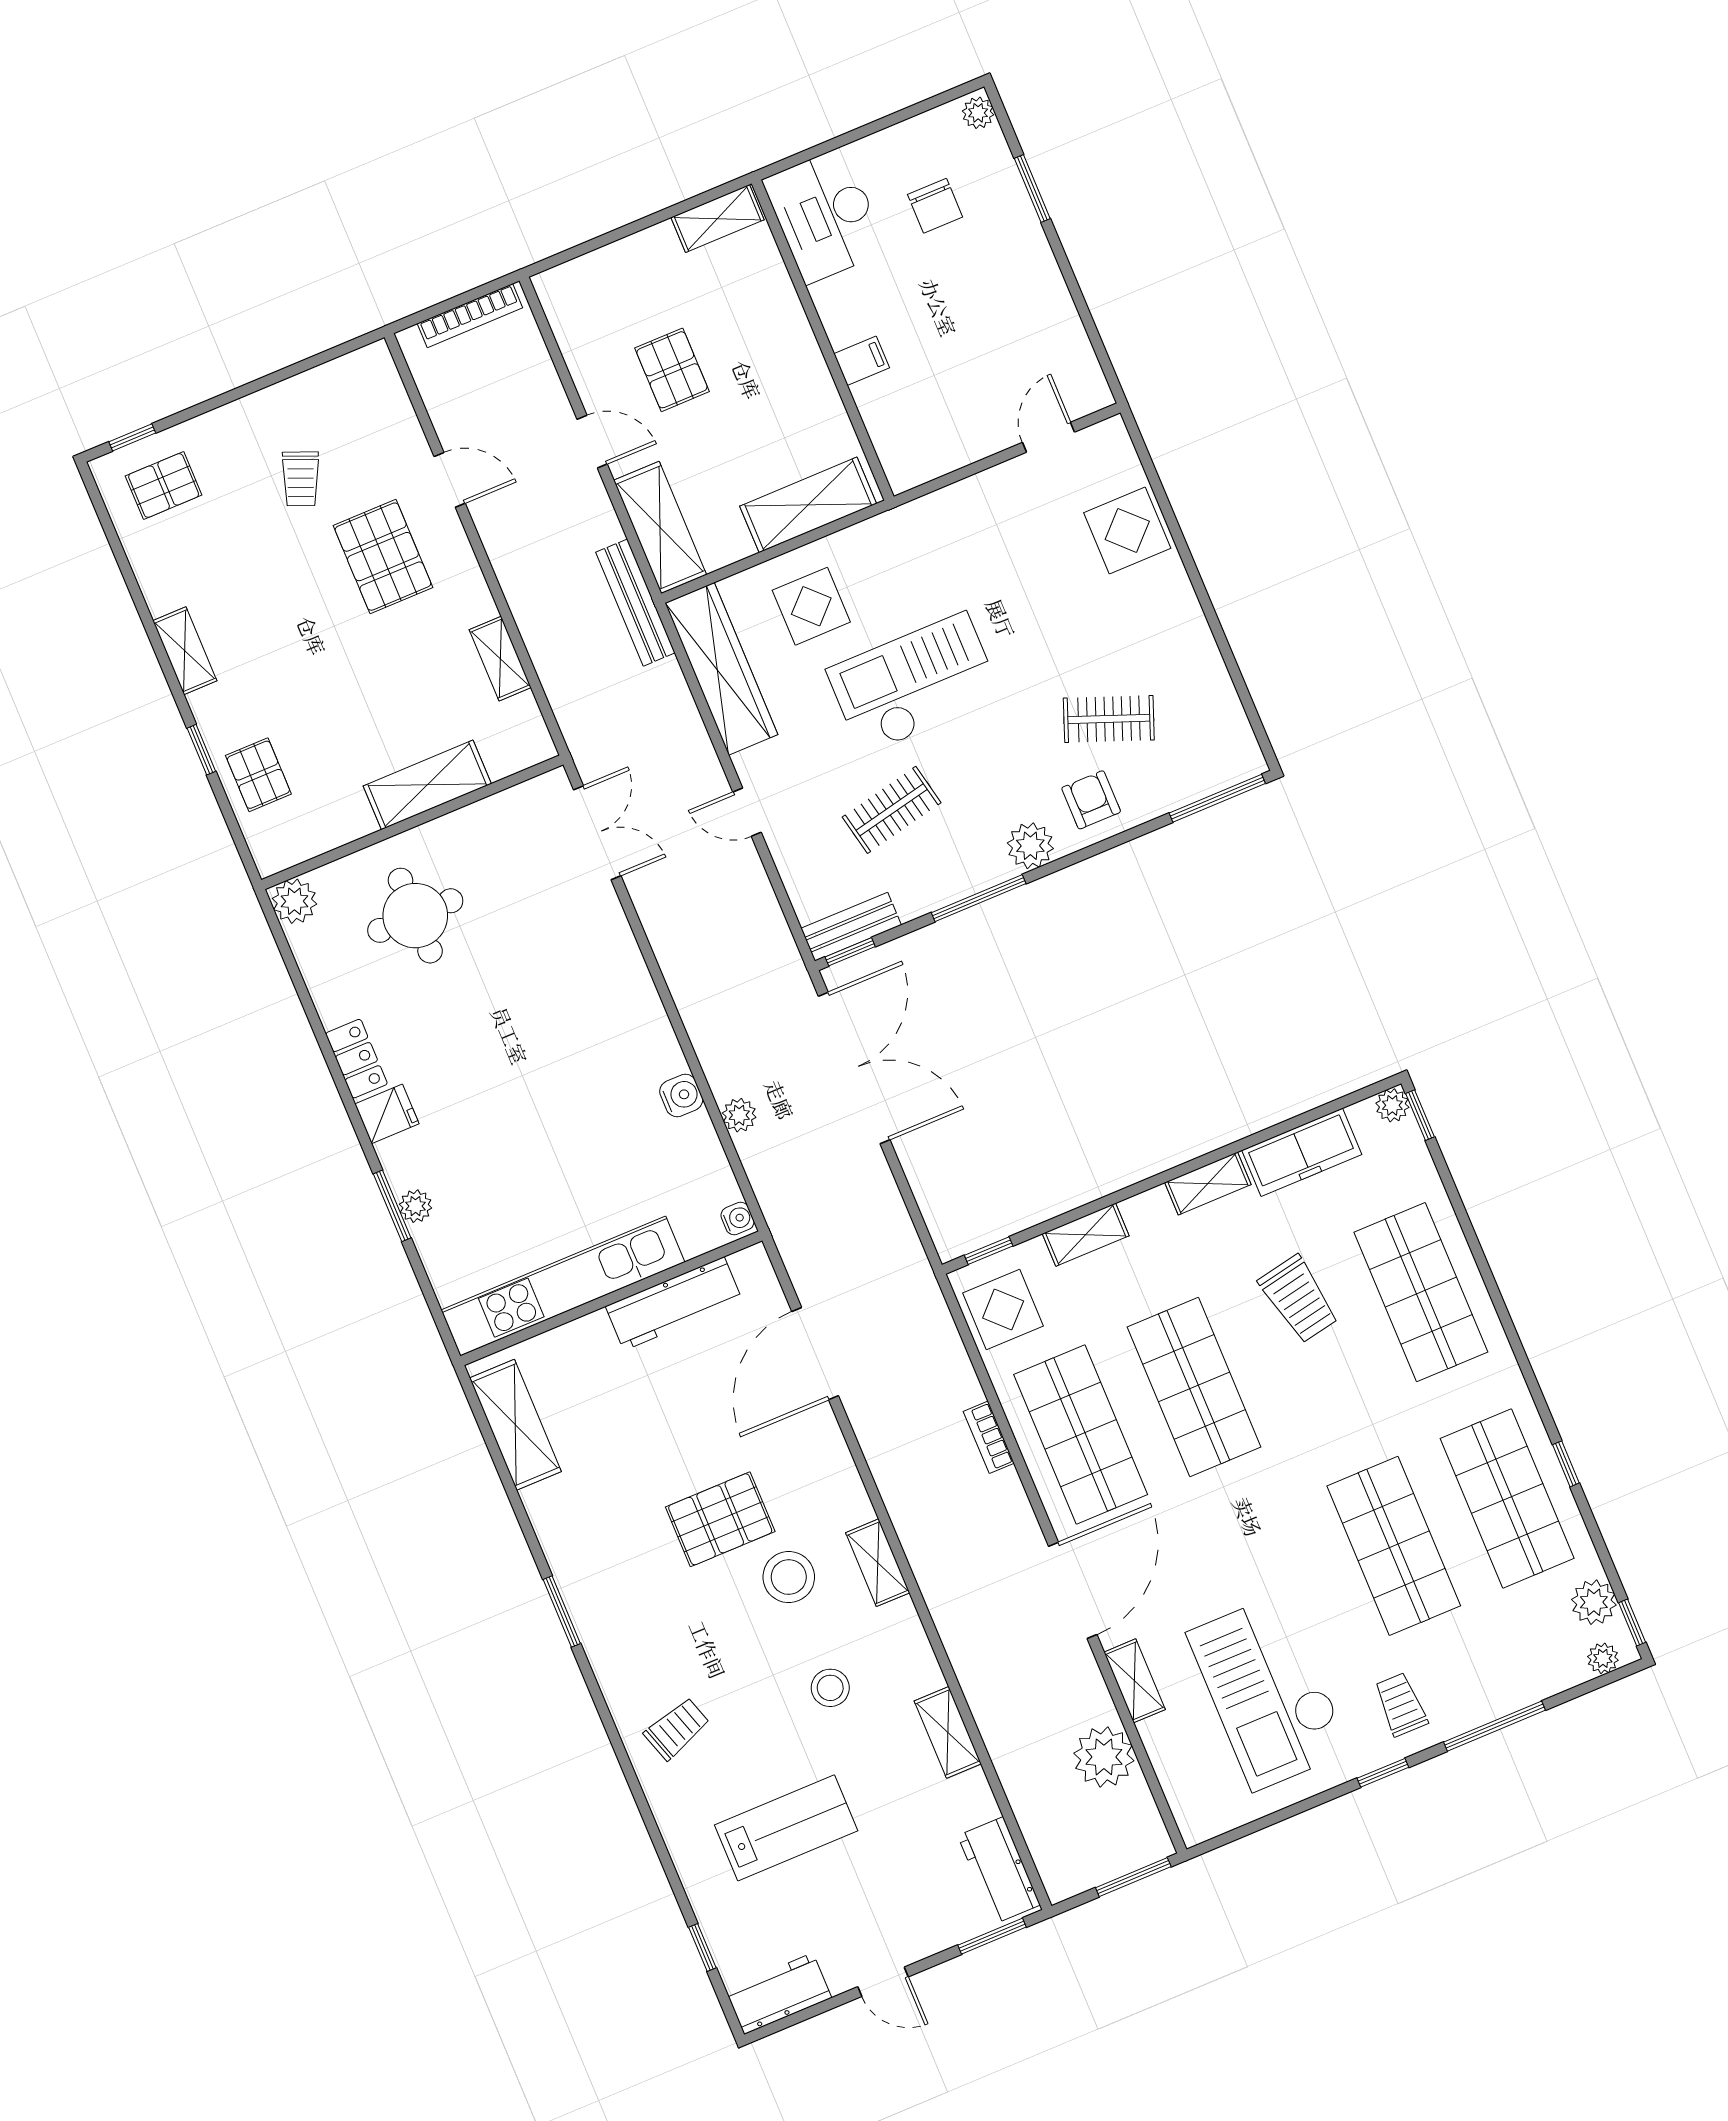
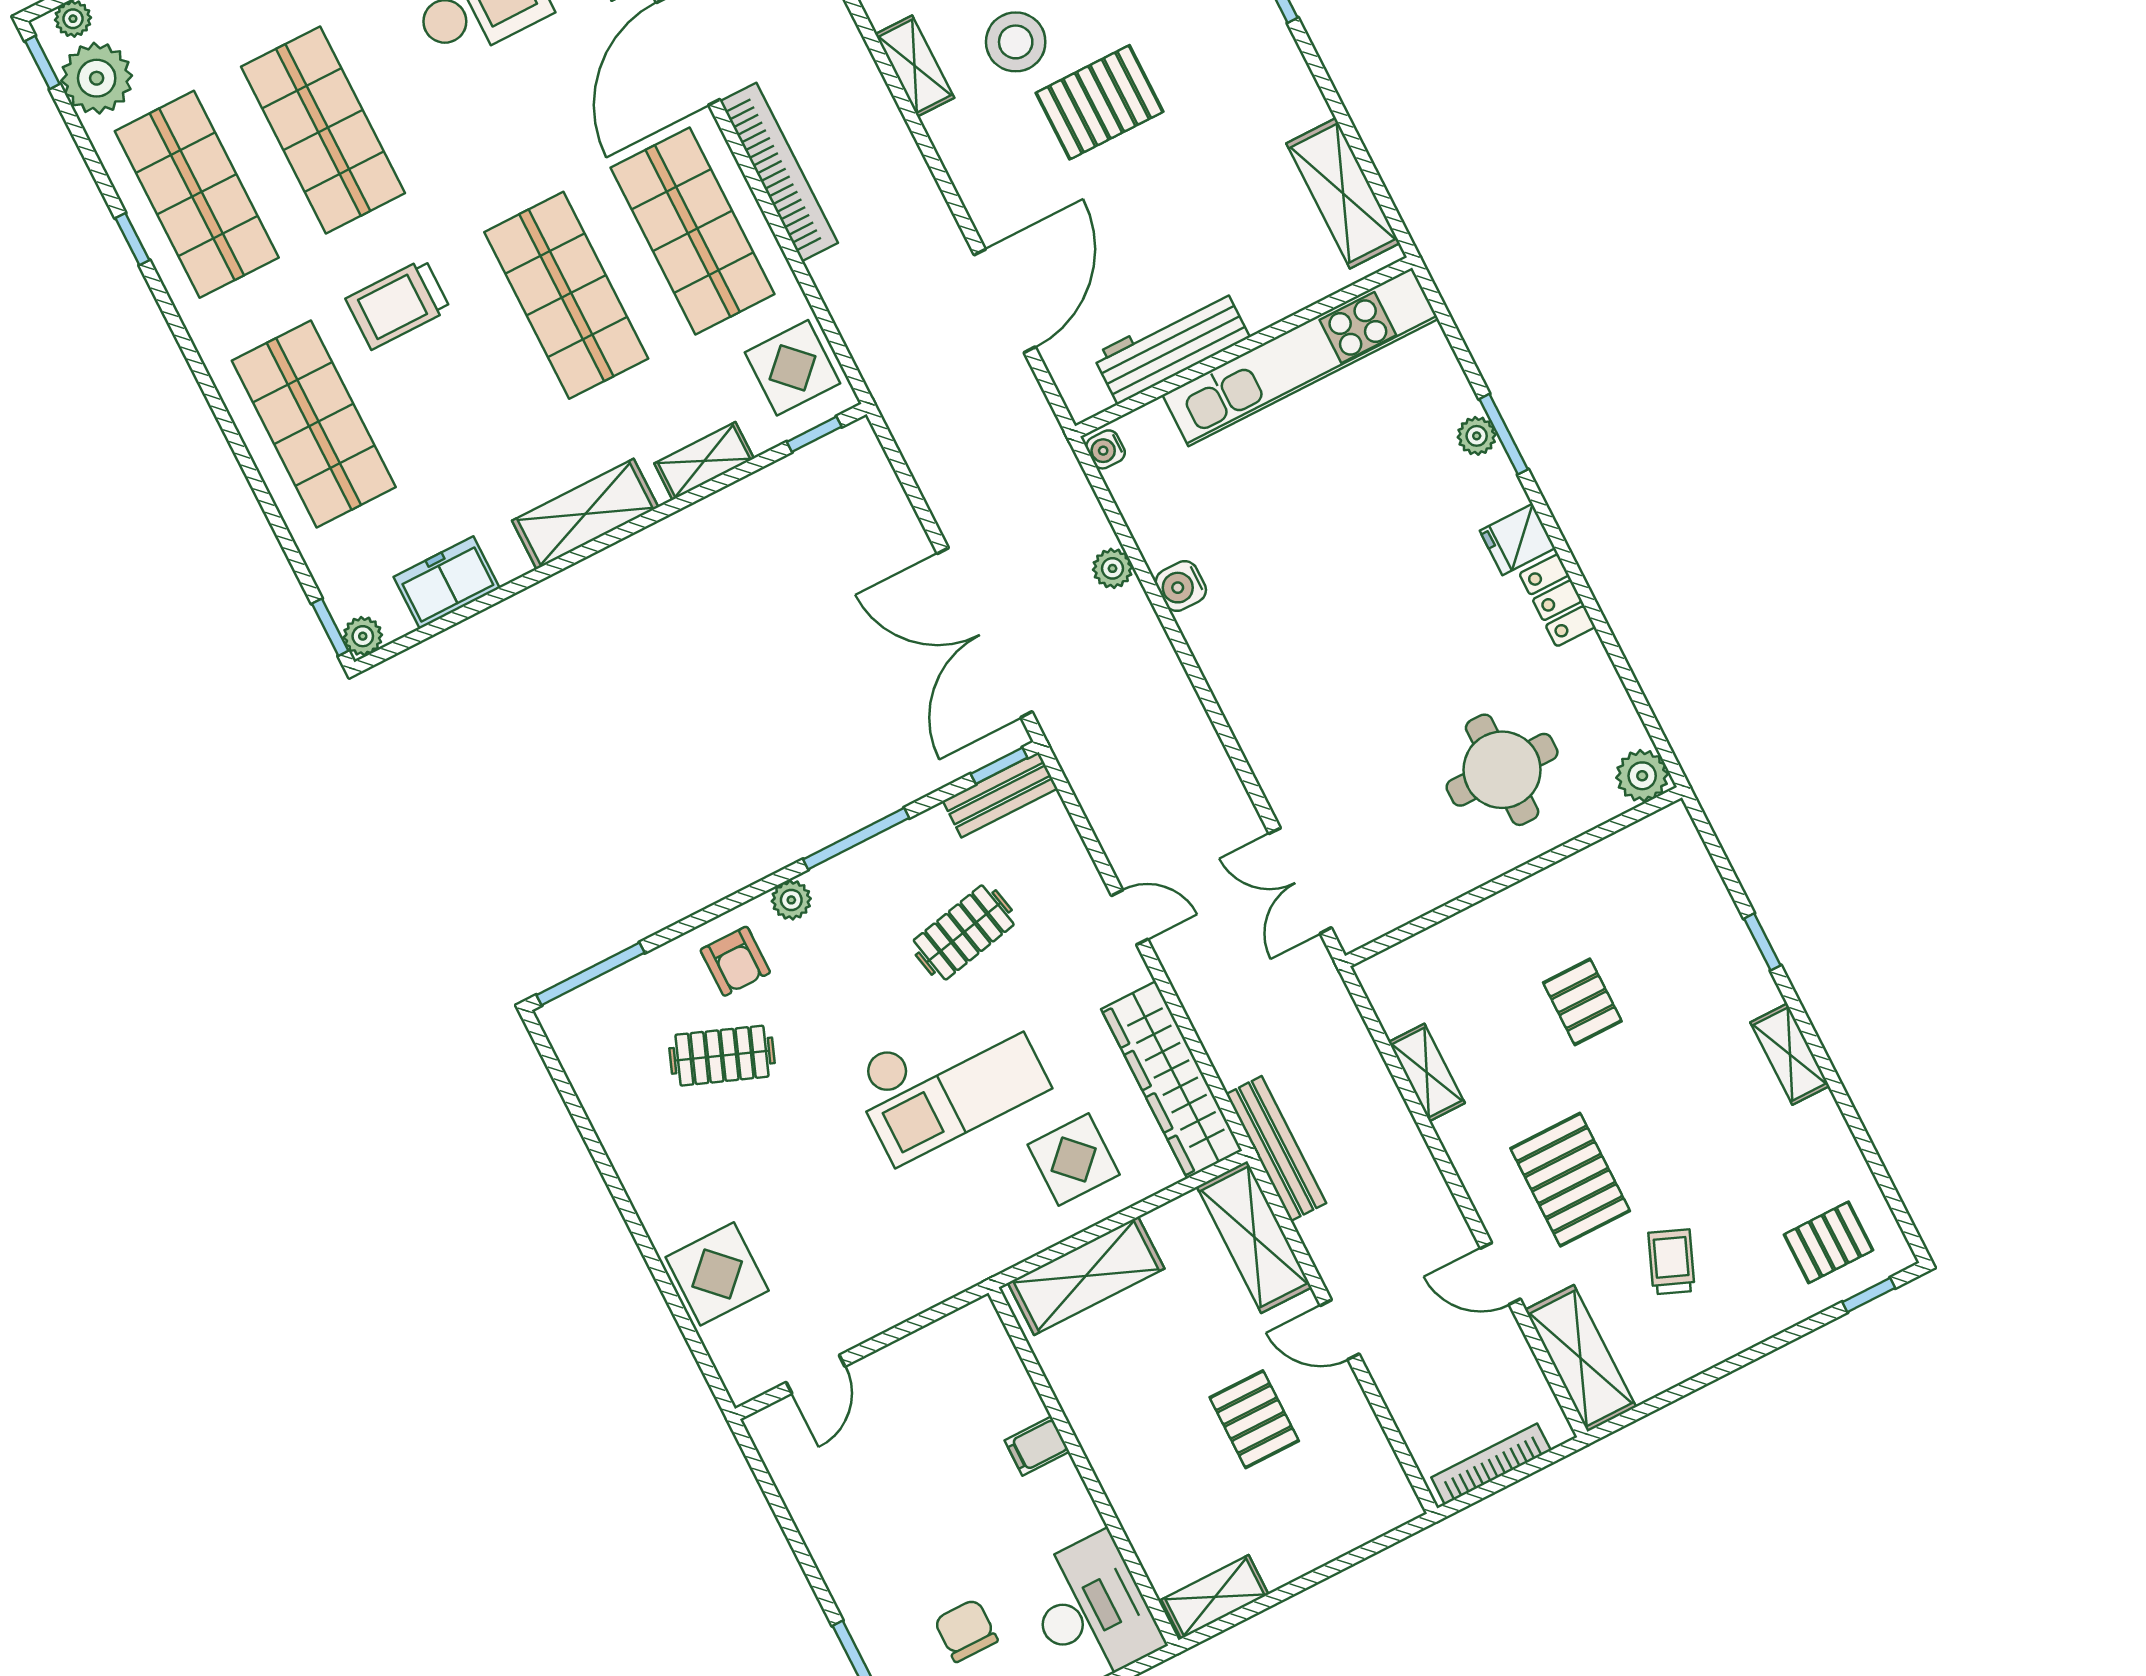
pallet: (258, 775) -> (1582, 1002), moved
shelving: (427, 785) -> (1581, 1358), moved, turned 90
plant: (1030, 846) -> (791, 900), width x0.73, depth x0.73
freezer: (1302, 1152) -> (447, 582), width x0.71
shelving: (1208, 1183) -> (585, 514), width x1.50, depth x1.33
trolley: (1299, 1299) -> (398, 304), moved, turned -79
bookcase: (989, 1437) -> (779, 172), width x2.31, depth x1.31
plant: (1594, 1602) -> (97, 78), width x1.36, depth x1.36

